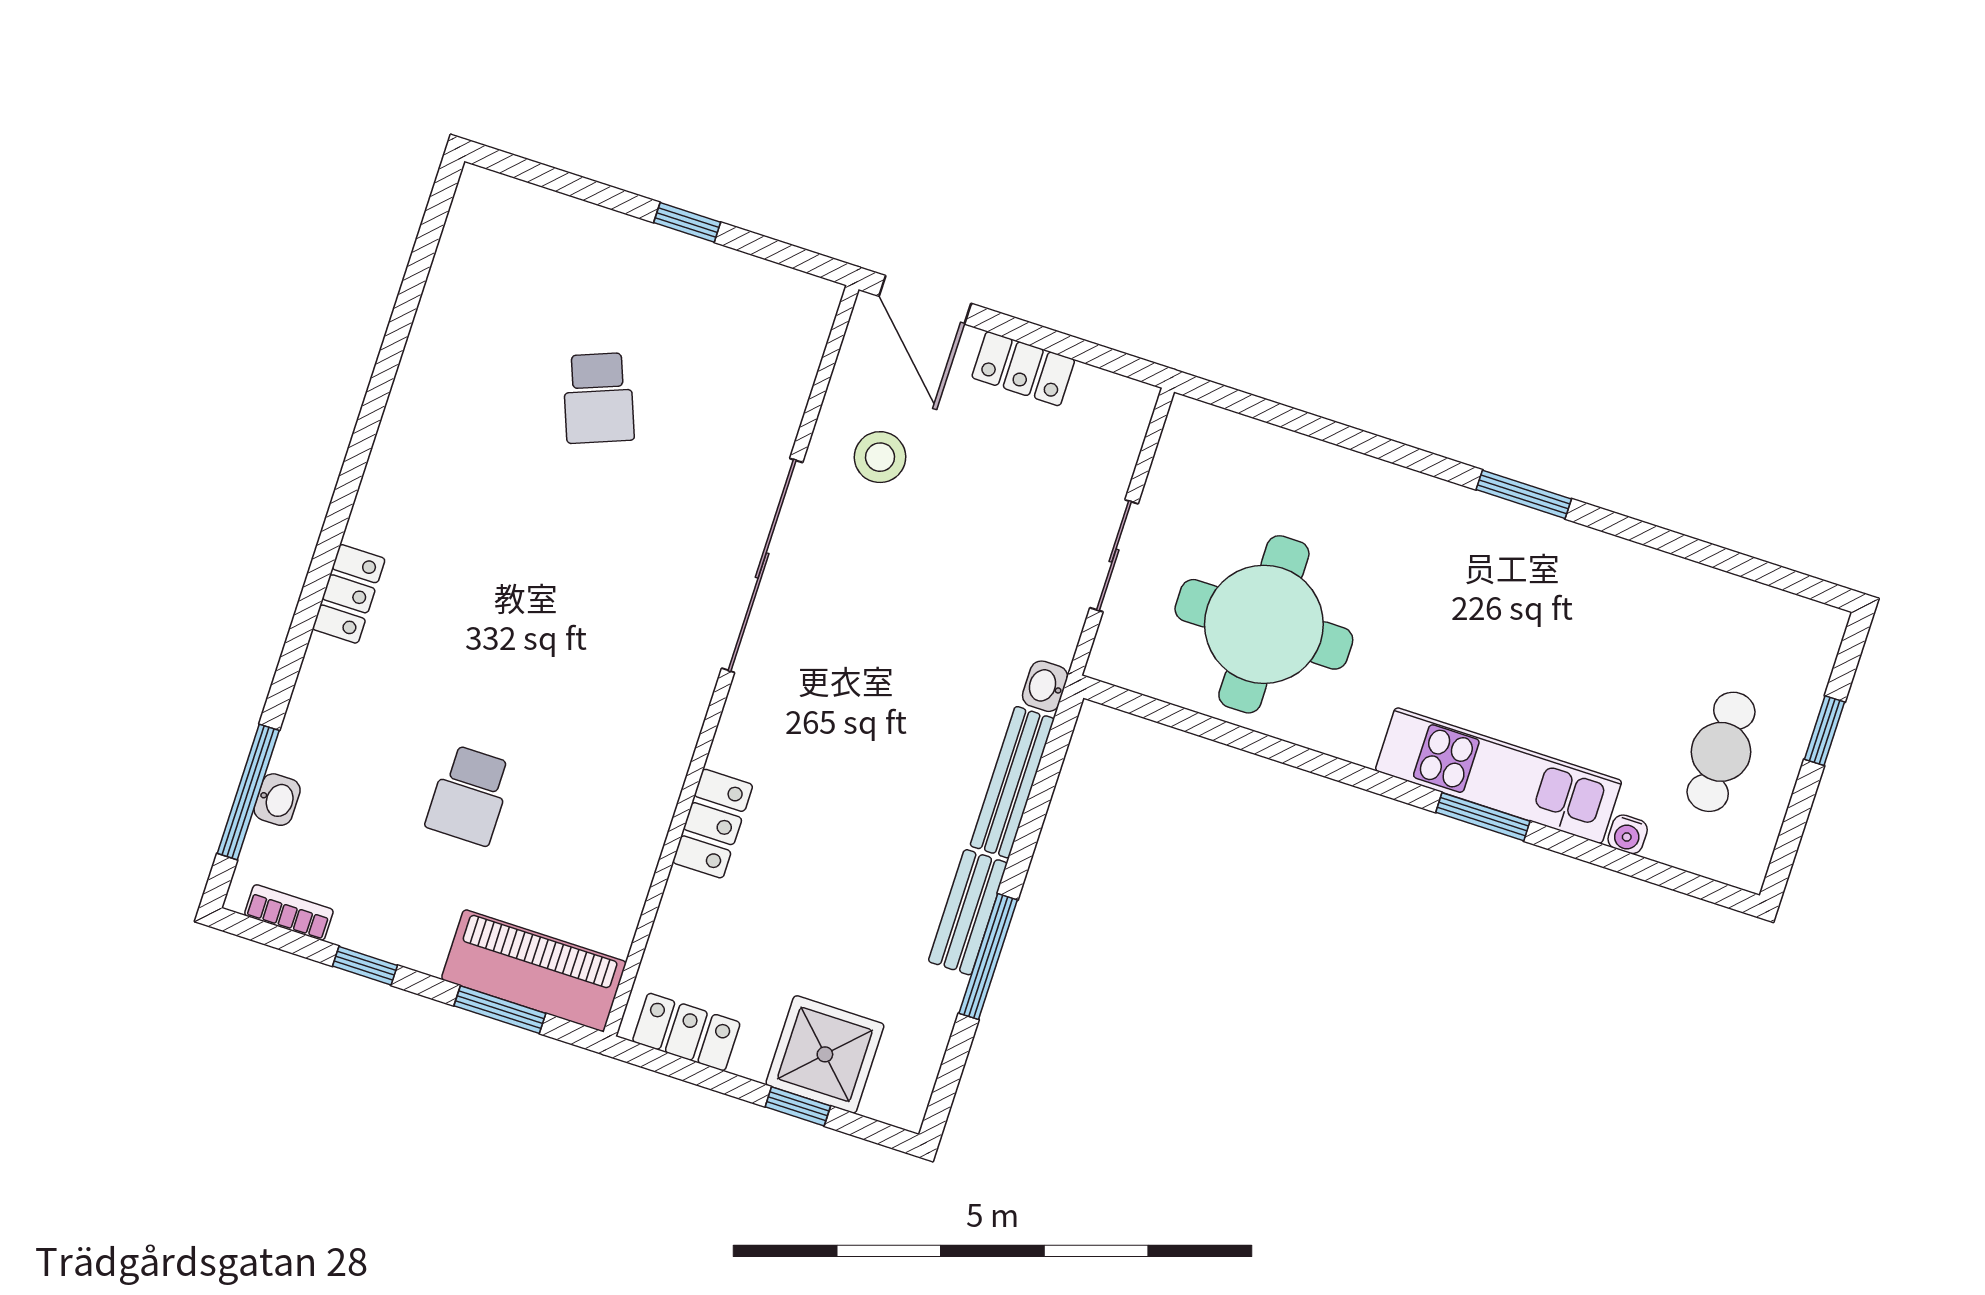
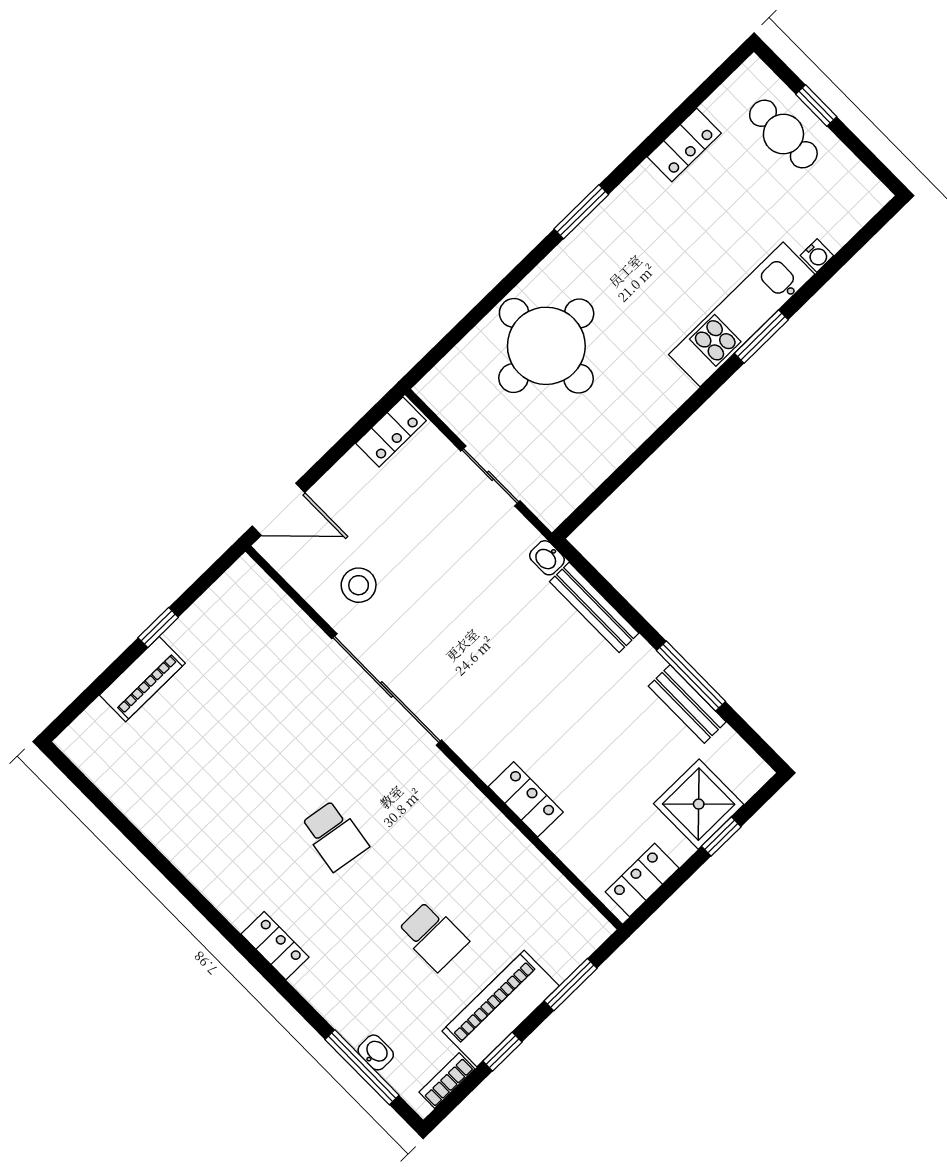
piano: (608, 237) -> (142, 679), added
locker: (1023, 369) -> (391, 432), moved
school desk: (598, 398) -> (334, 836), moved, turned 30
locker: (1682, 584) -> (684, 145), added
round table: (1264, 624) -> (546, 346), moved
cafe table: (1721, 752) -> (783, 134), moved
bench: (968, 912) -> (687, 704), moved
piano: (534, 971) -> (501, 1008), moved

